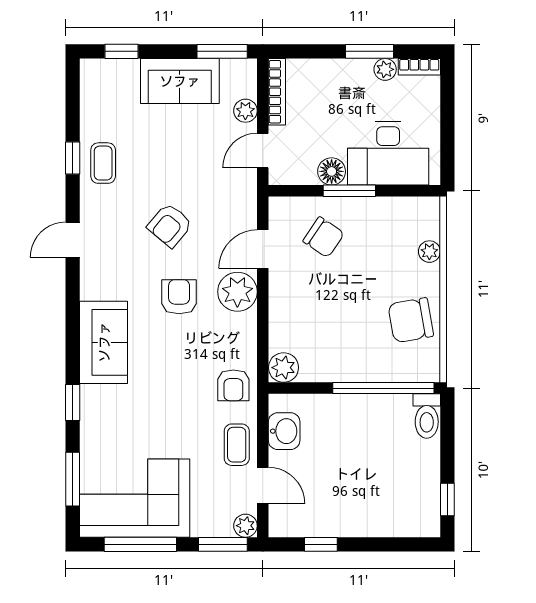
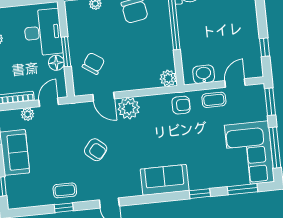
door: (263, 151) -> (49, 102), swing flipped
armchair: (179, 297) -> (135, 140), removed
plant: (245, 526) -> (258, 90), removed

